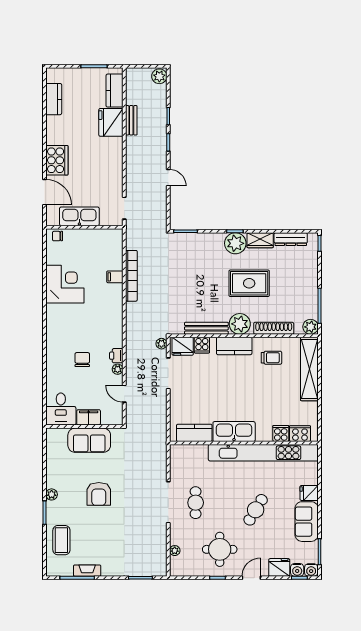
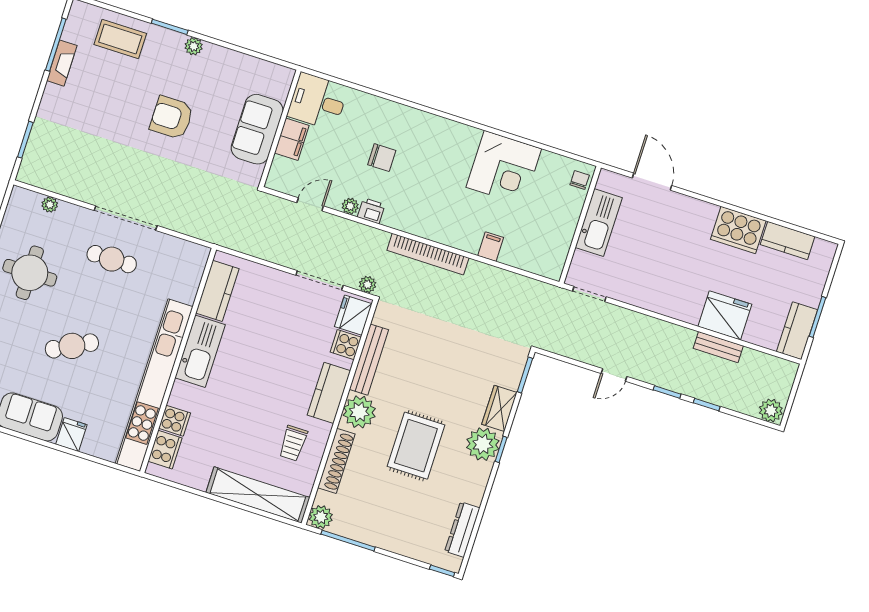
kitchen counter: (115, 91) -> (797, 331), moved, turned -90
cooker: (57, 160) -> (738, 230), moved
door: (44, 192) -> (652, 182), swing flipped
wardrobe: (260, 240) -> (499, 408), moved
bookcase: (131, 276) -> (428, 254), moved
cafe table: (256, 510) -> (72, 346), turned -59

